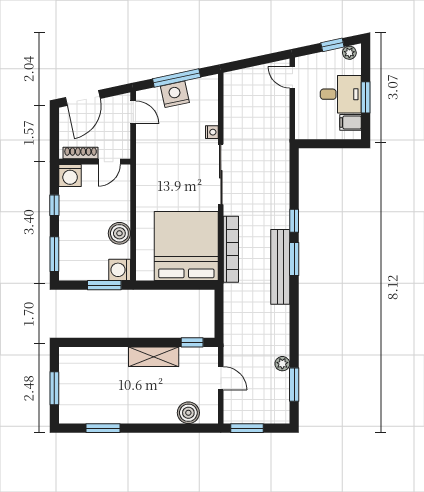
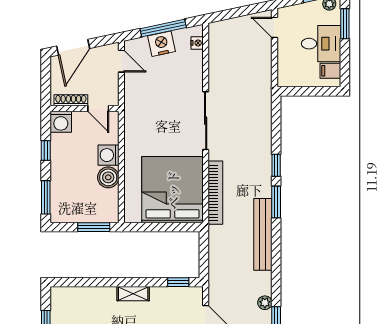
window: (366, 97) -> (345, 24), moved
nightstand: (212, 132) -> (197, 43), moved
door: (109, 162) -> (98, 108), hinge flipped
bench: (280, 267) -> (263, 234), moved
washing machine: (120, 270) -> (109, 155), moved
shelving: (154, 357) -> (133, 294), width x0.67, depth x0.75

